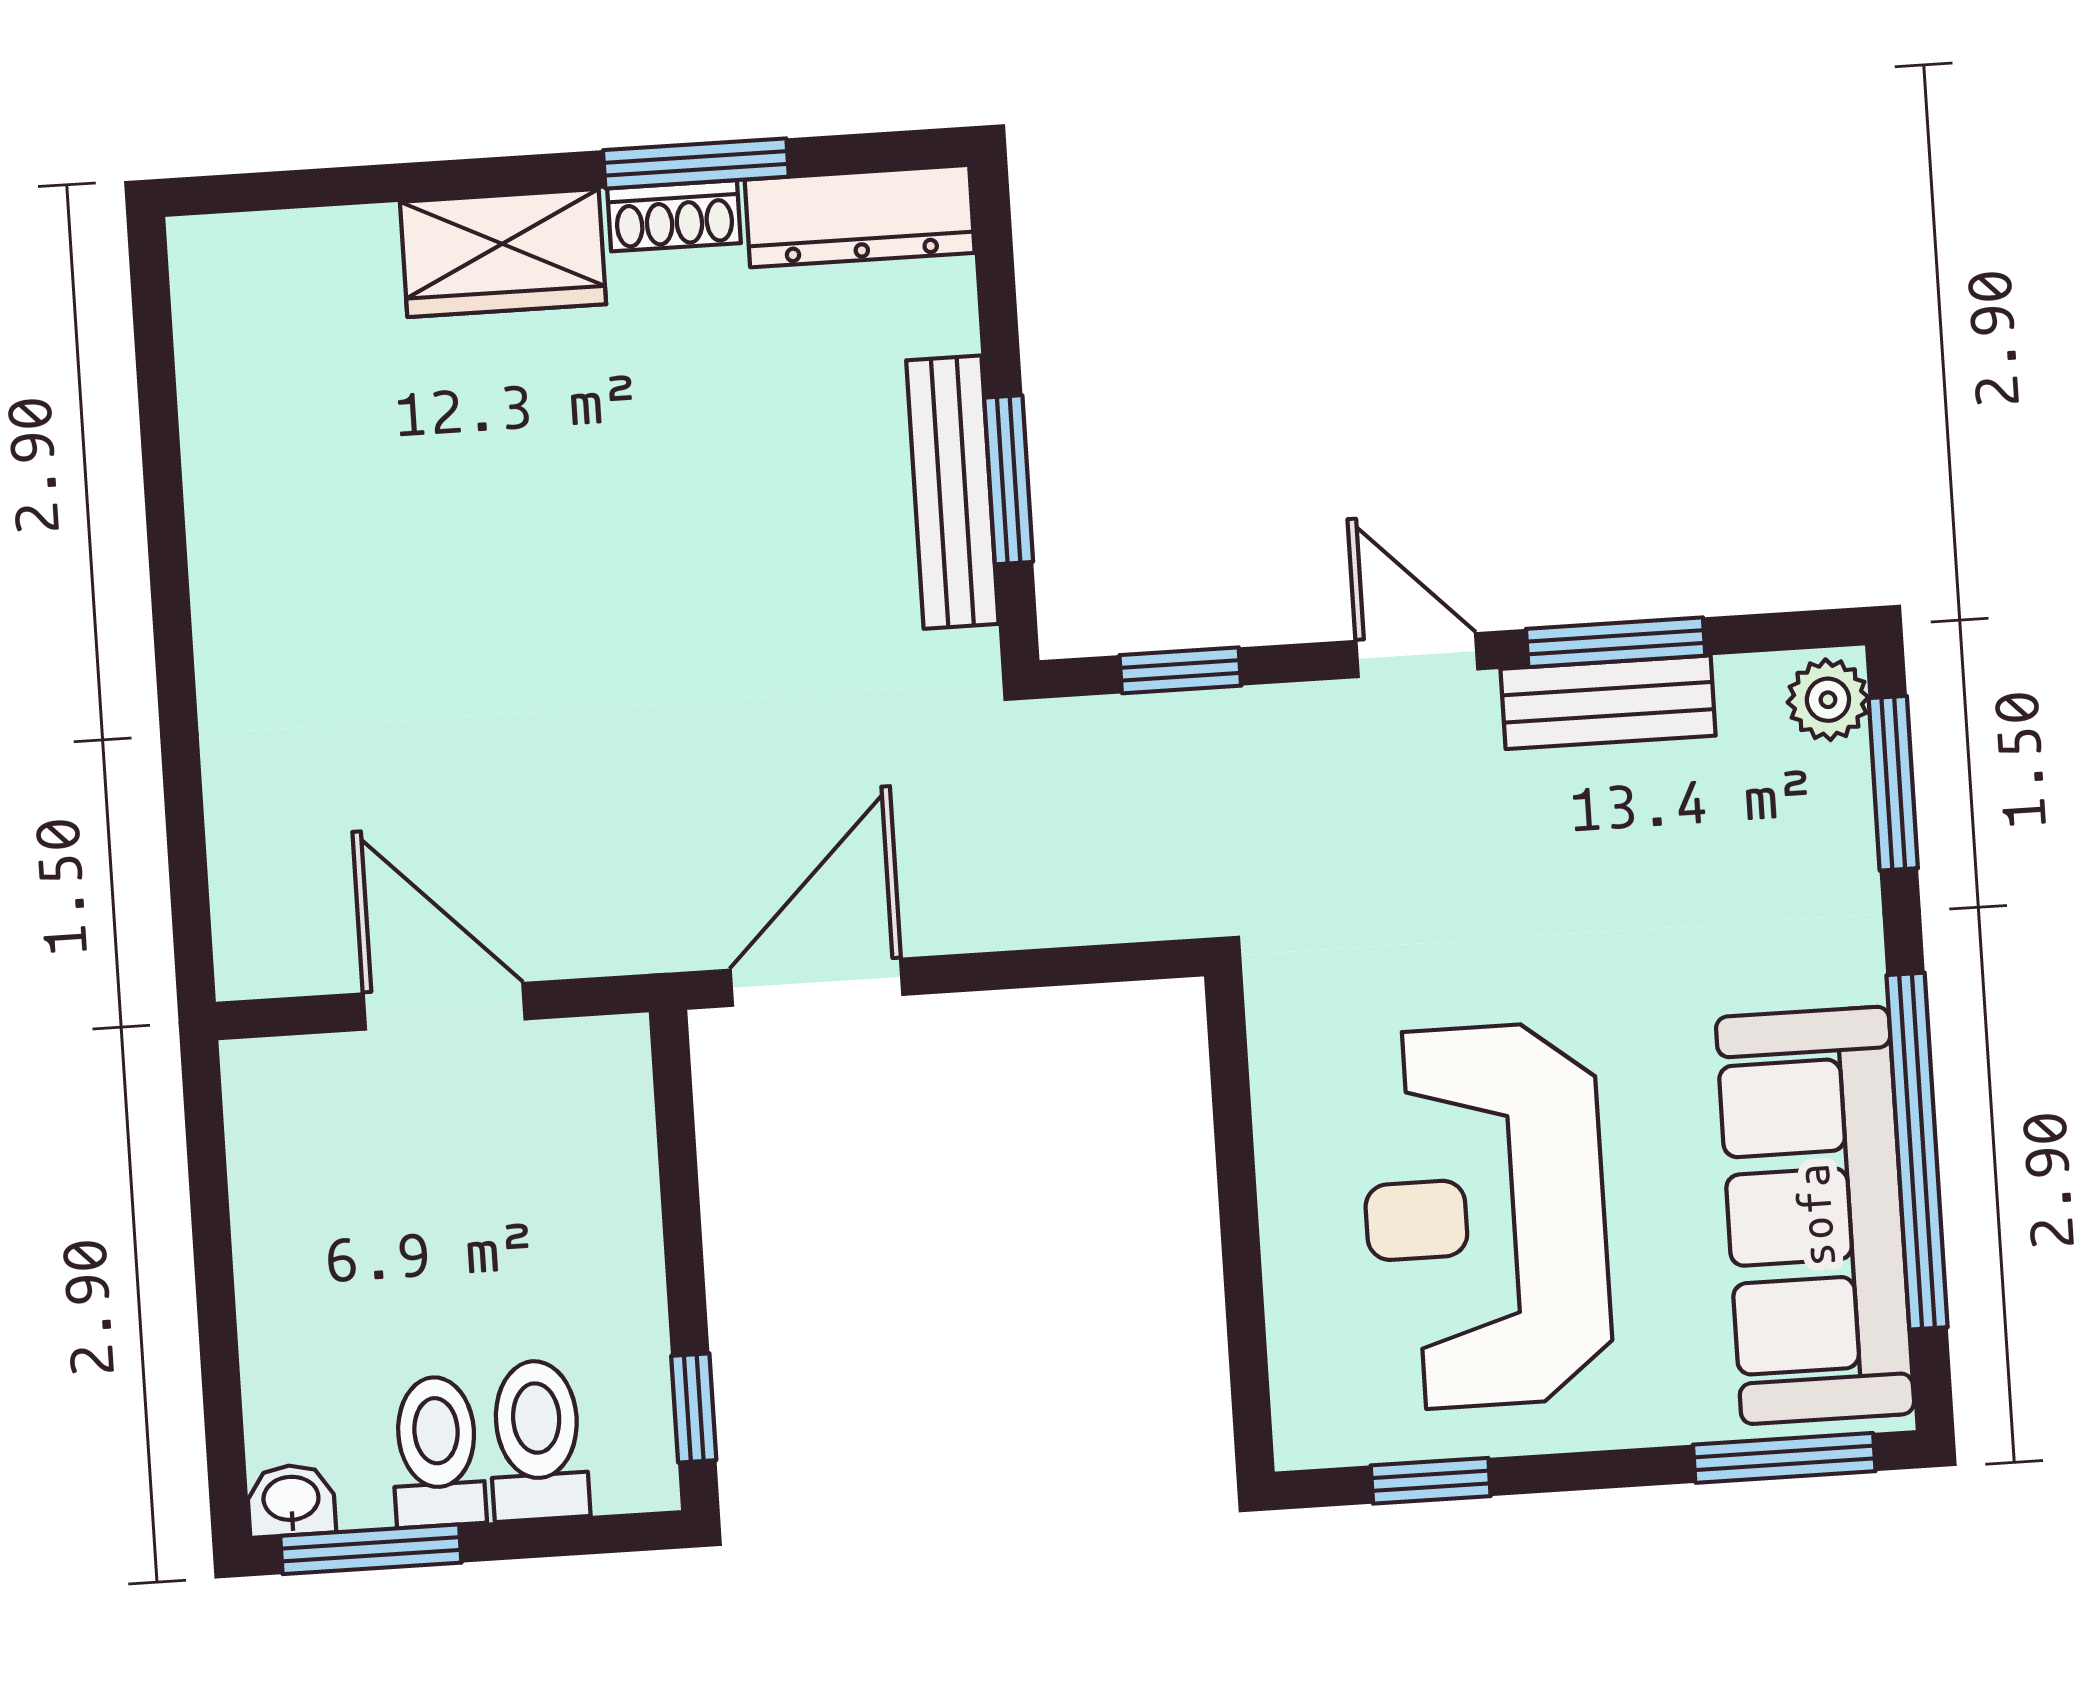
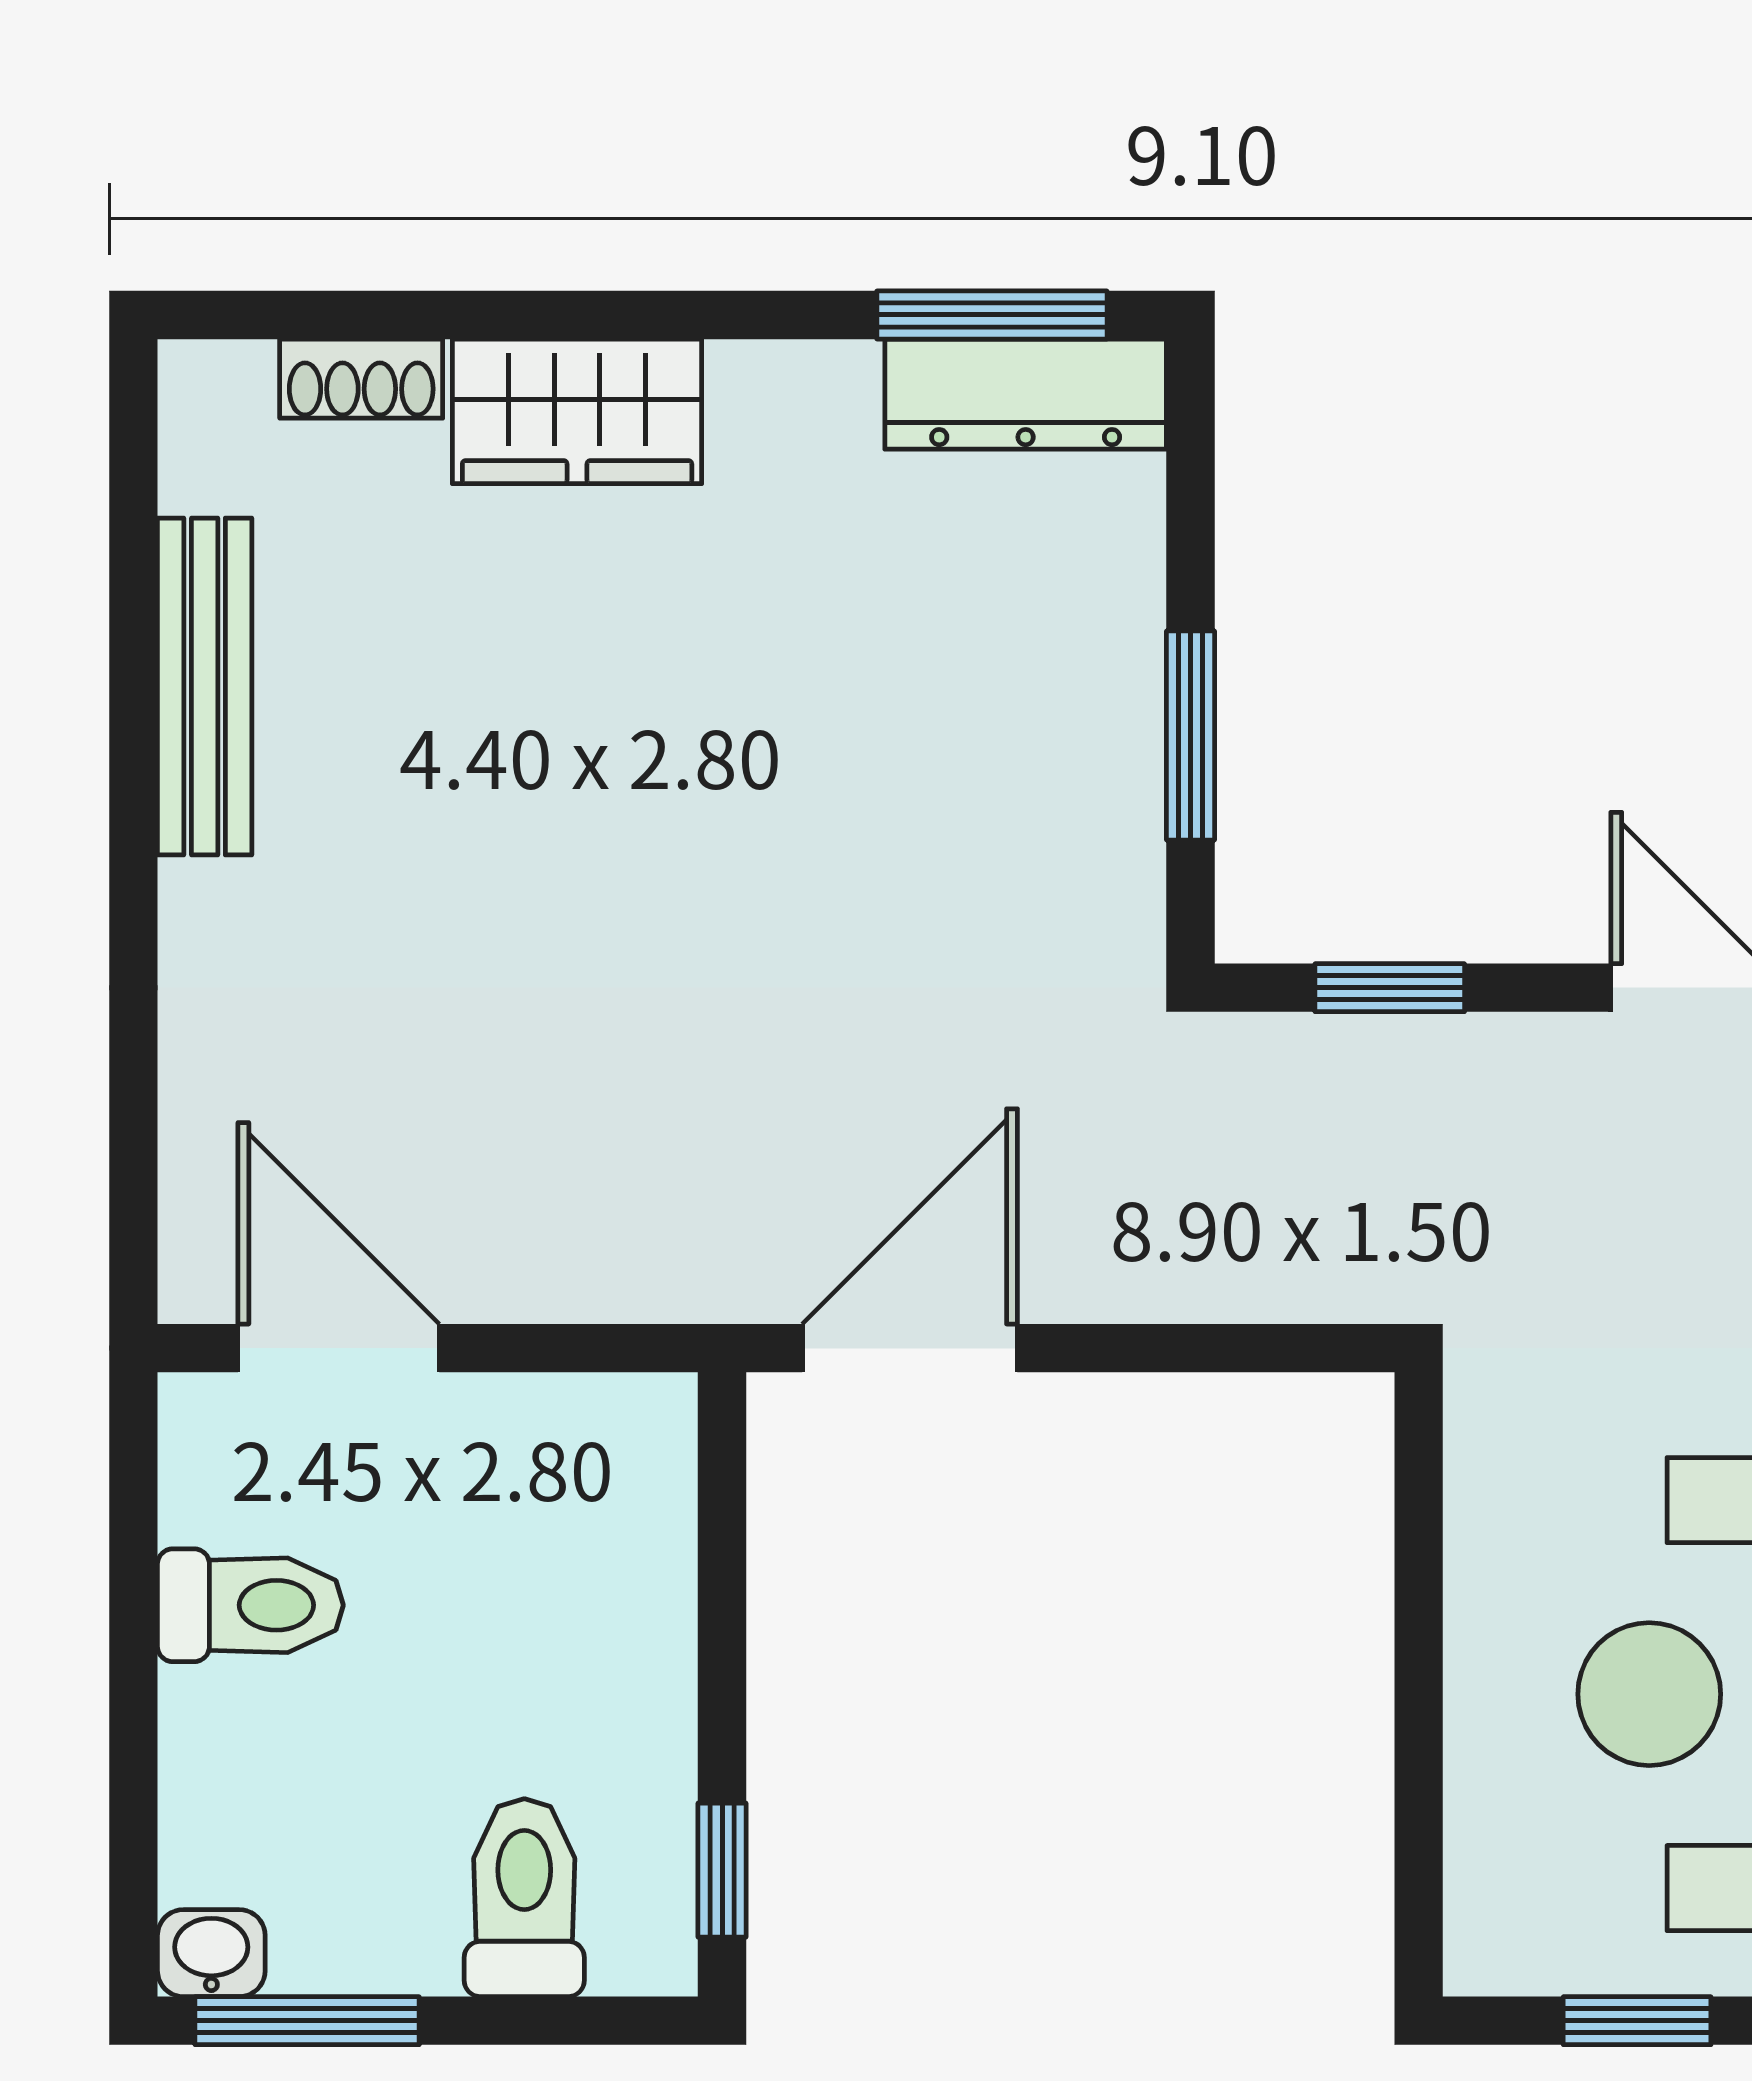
window: (696, 163) -> (992, 315), moved
shoe rack: (674, 216) -> (361, 379), moved
bench: (952, 492) -> (205, 686), moved
door: (444, 1006) -> (339, 1348), moved
toilet: (437, 1451) -> (250, 1605), moved, turned 90

